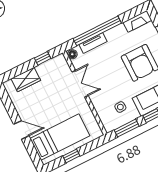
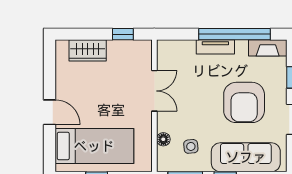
window: (97, 31) -> (235, 34), moved
tv unit: (93, 43) -> (215, 47), moved
floor lamp: (72, 54) -> (163, 139), moved

